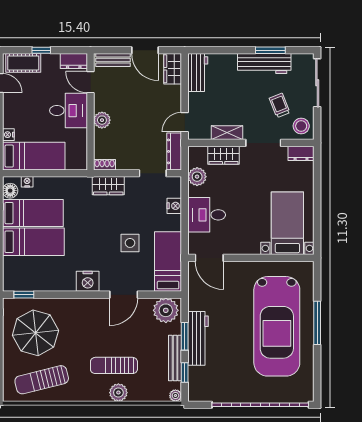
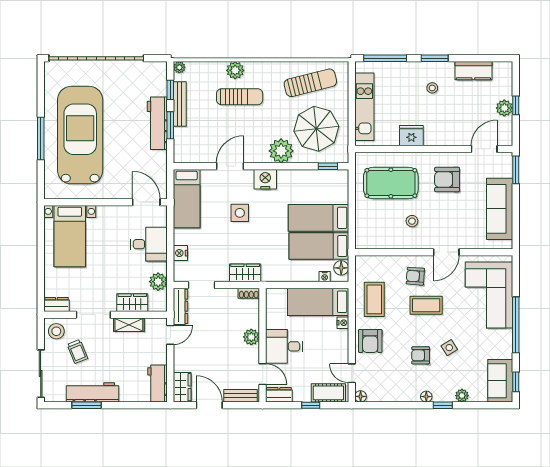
side table: (130, 243) -> (240, 213), moved
plant: (166, 310) -> (281, 151), moved

